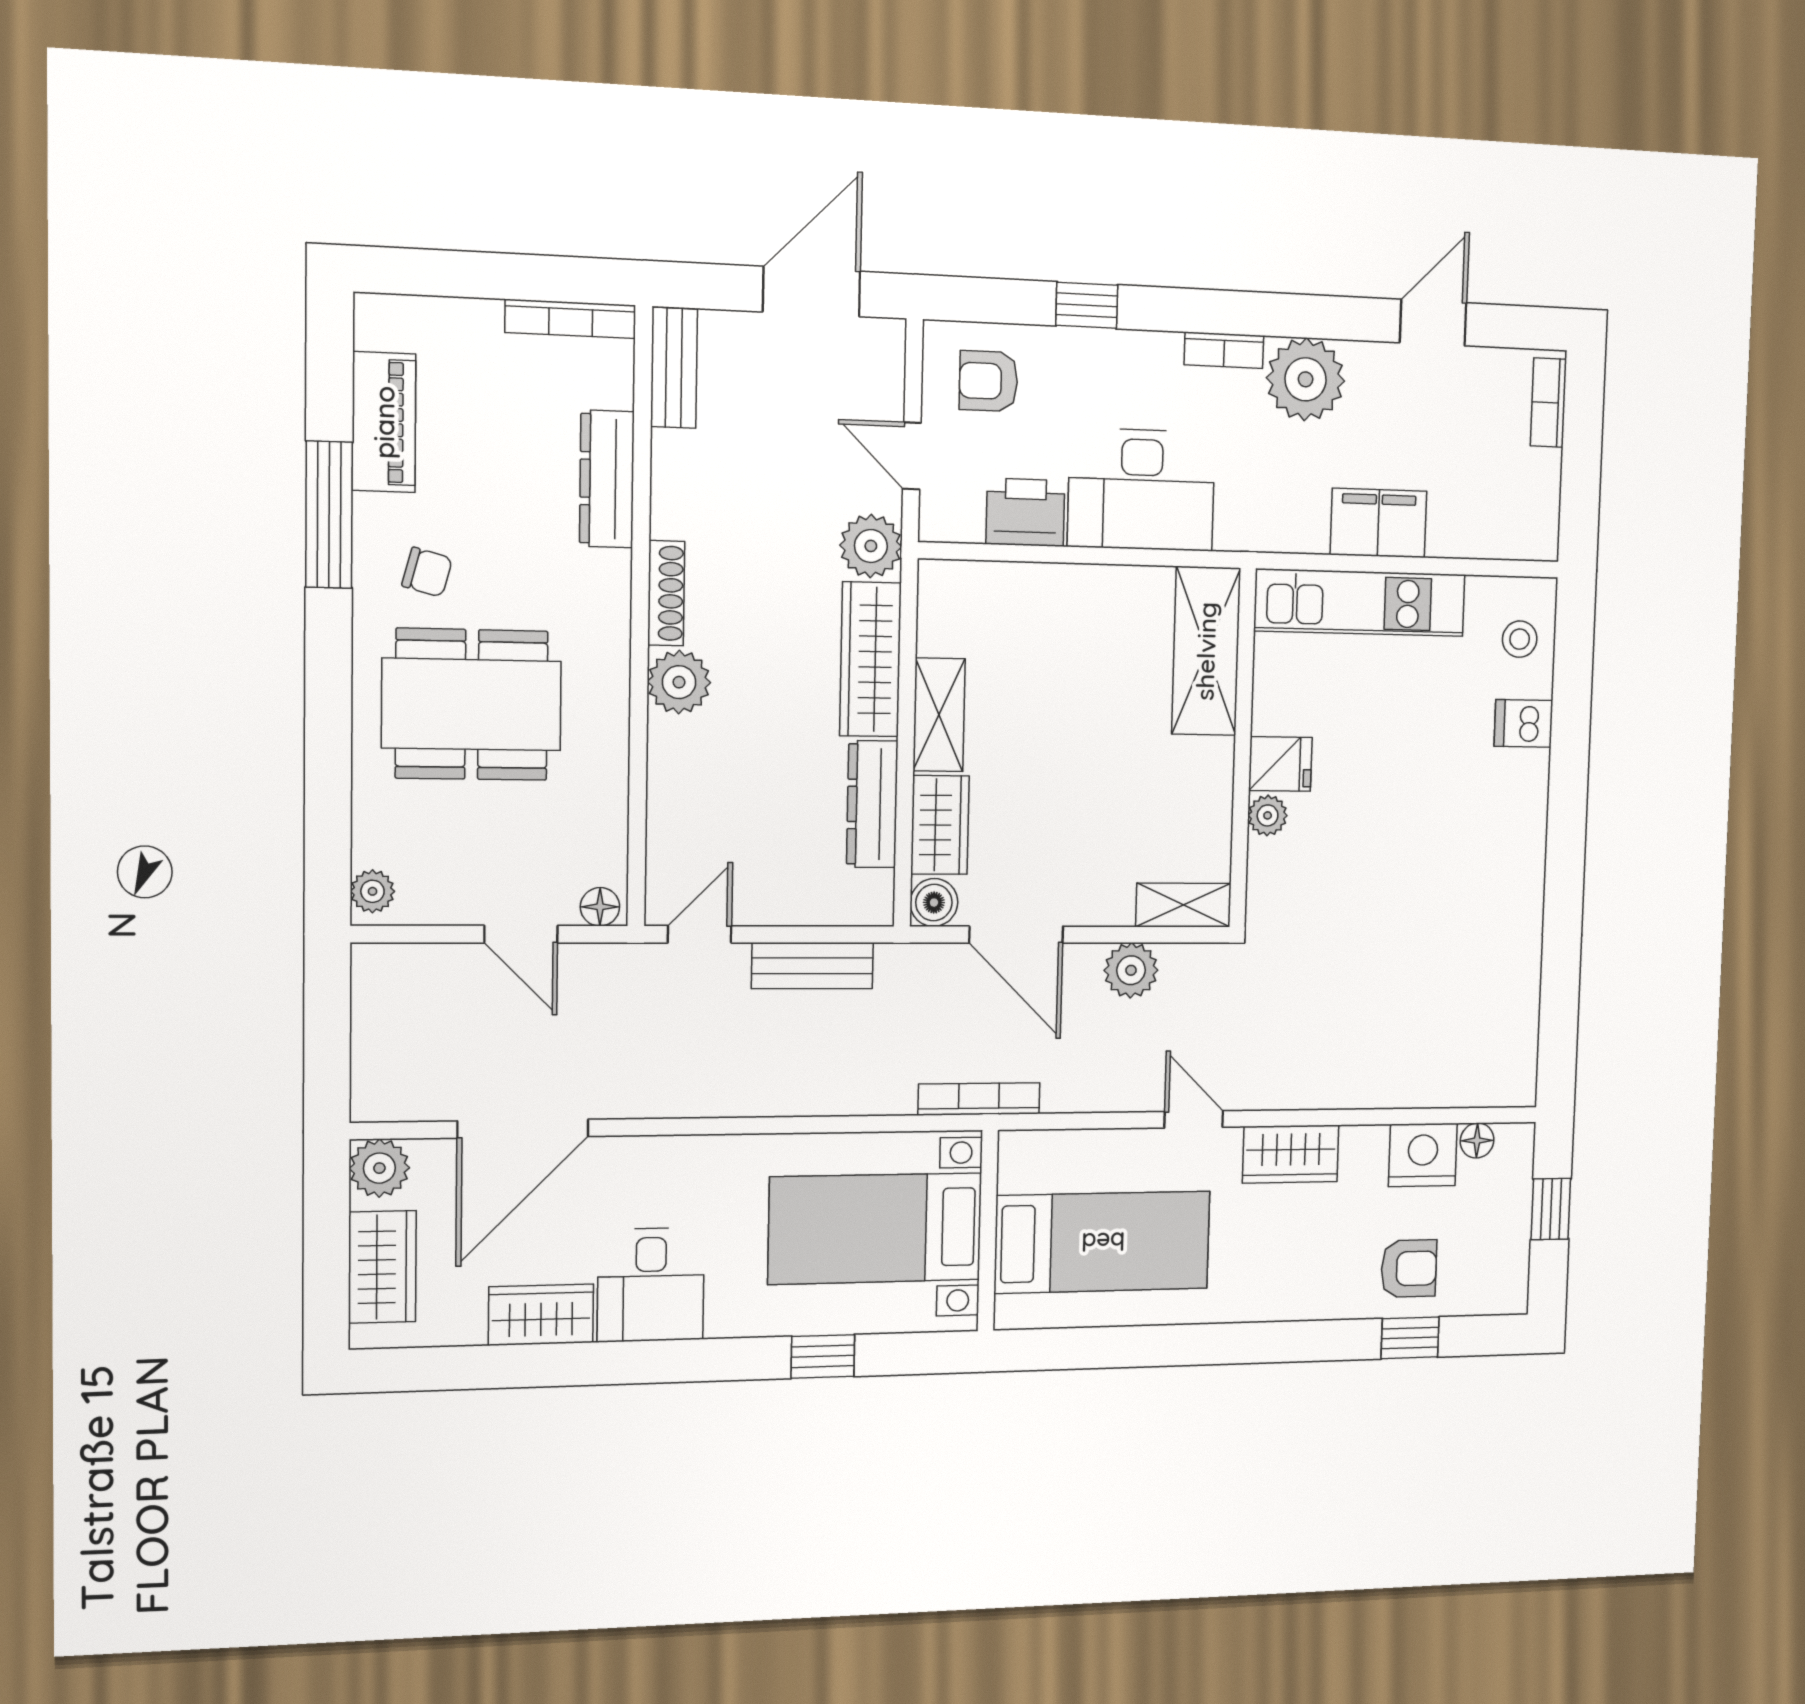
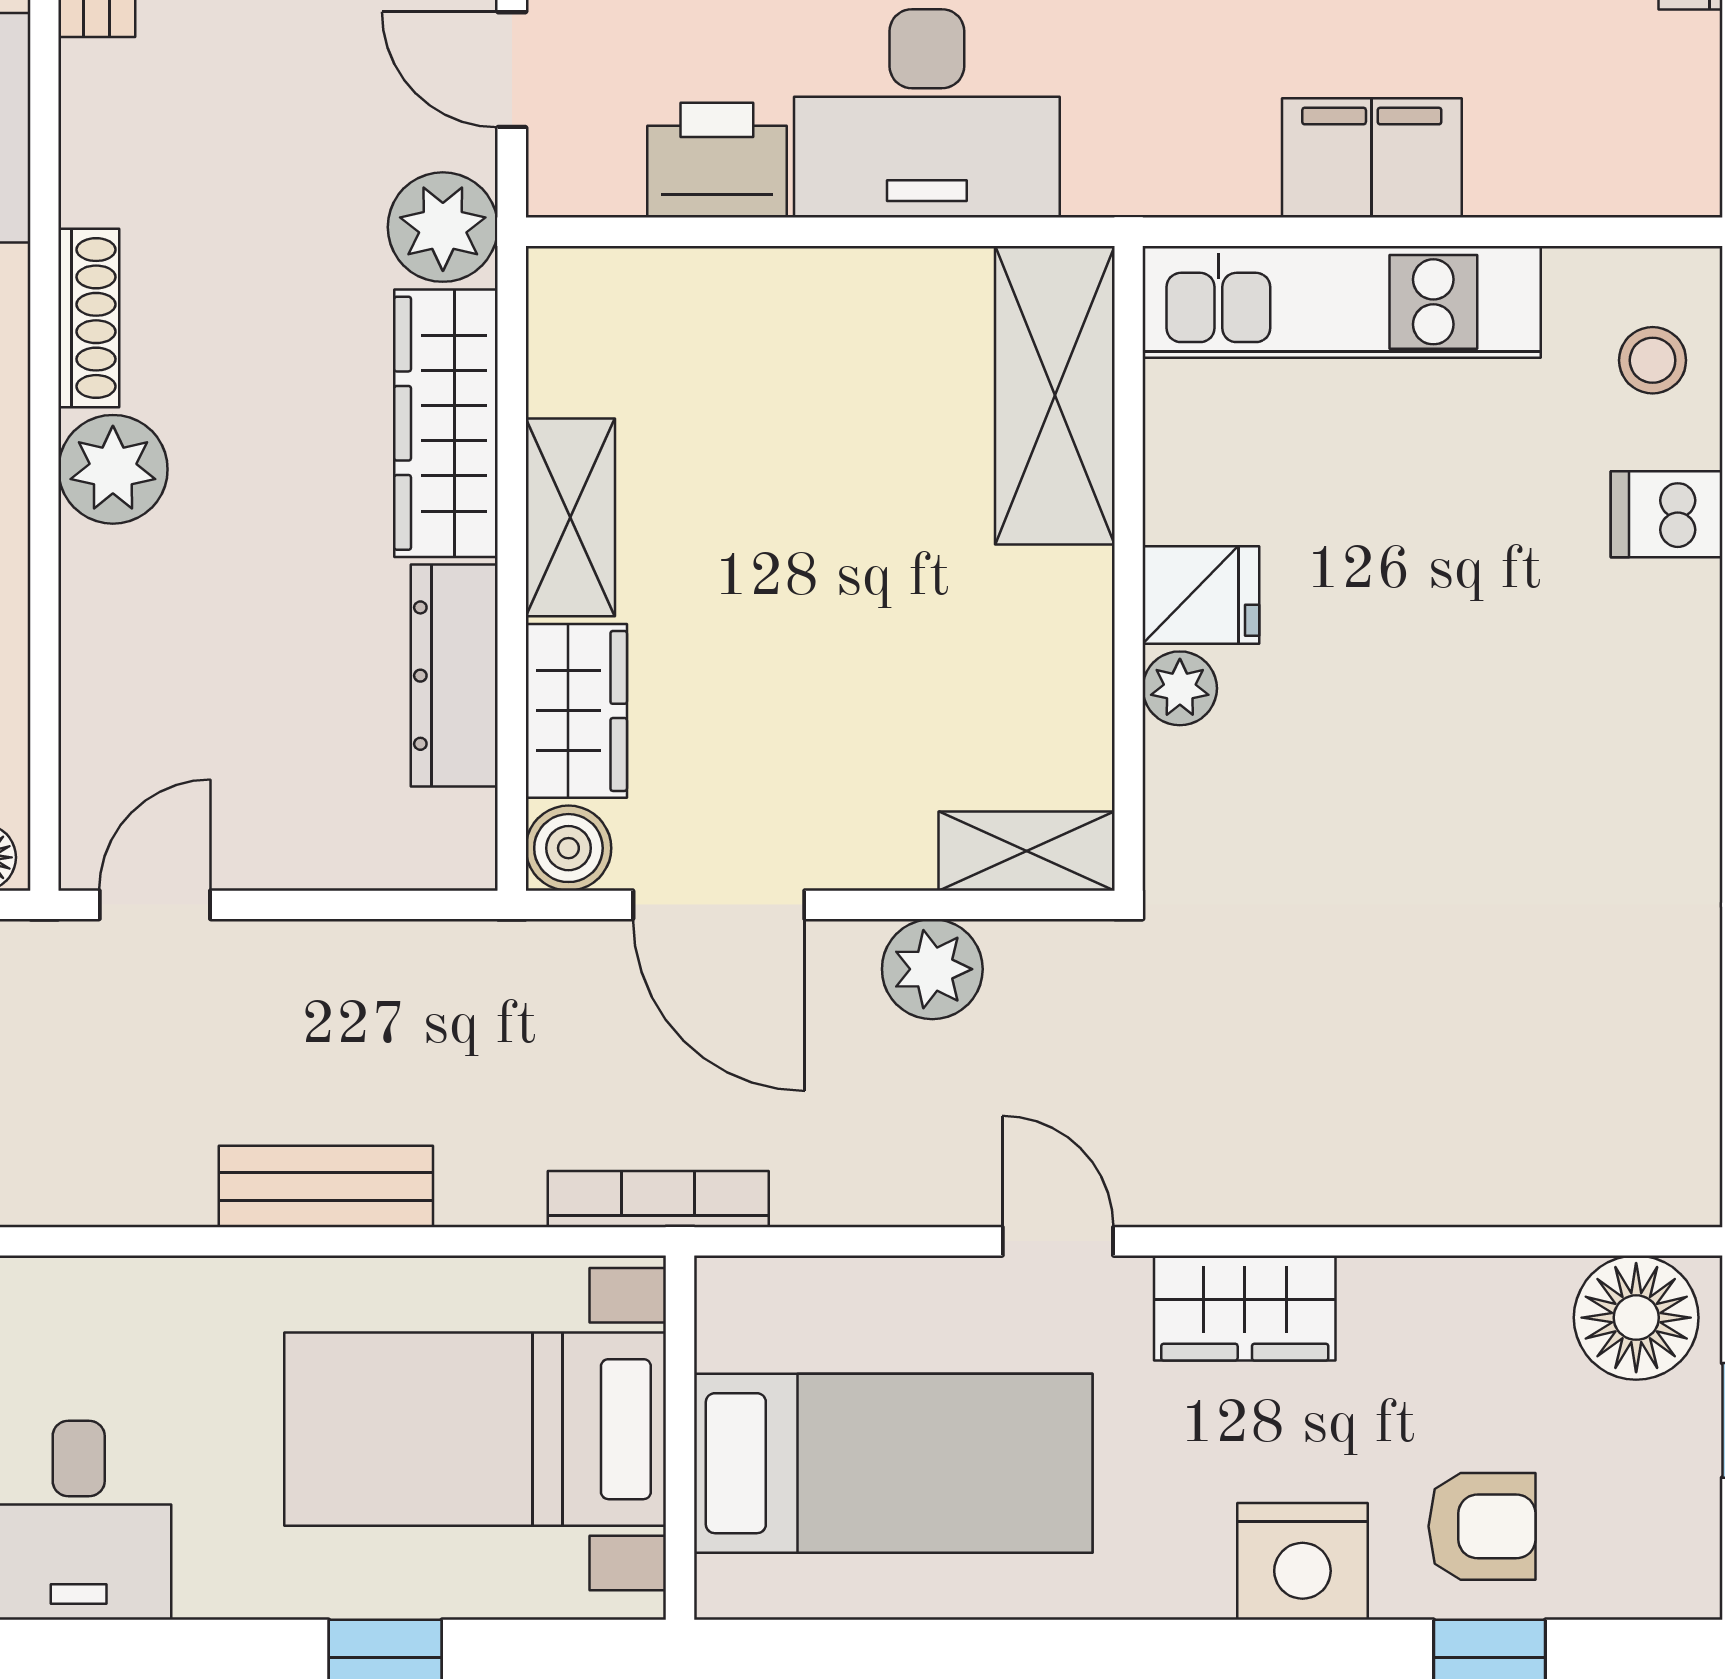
bench: (812, 966) -> (326, 1186), moved
floor lamp: (1477, 1141) -> (1636, 1318), width x1.89, depth x1.89
nightstand: (1423, 1155) -> (1302, 1561), moved, turned 180

